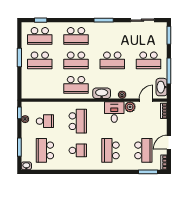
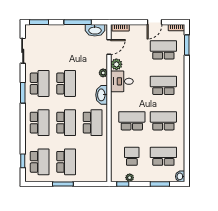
school desk: (148, 60) -> (40, 83), moved
door: (146, 100) -> (109, 47), swing flipped
door: (169, 142) -> (154, 22), hinge flipped
school desk: (45, 150) -> (163, 156), turned 180
school desk: (78, 150) -> (163, 121), width x1.85
school desk: (111, 150) -> (163, 85), turned 180

